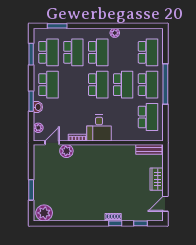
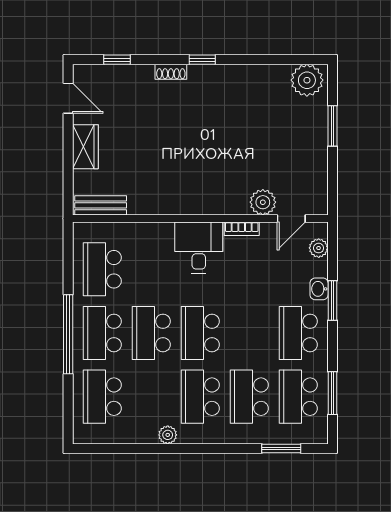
door: (165, 204) -> (68, 98), hinge flipped
window: (115, 223) -> (202, 60), moved

